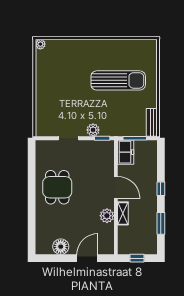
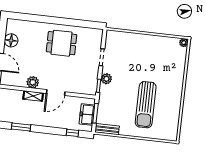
freezer: (126, 152) -> (87, 114), moved, turned 90
window: (161, 189) -> (72, 133), moved

